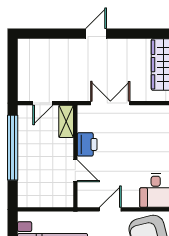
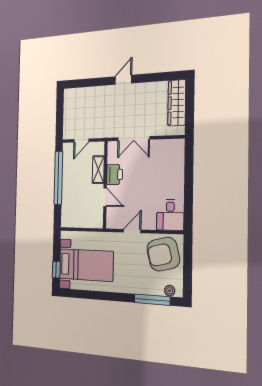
double door: (110, 103) -> (134, 139), swing flipped
shelving: (66, 121) -> (98, 170), moved

